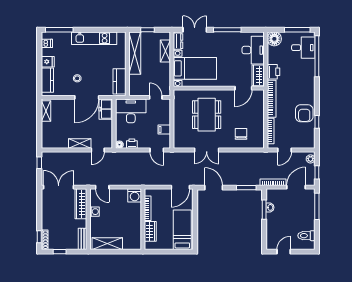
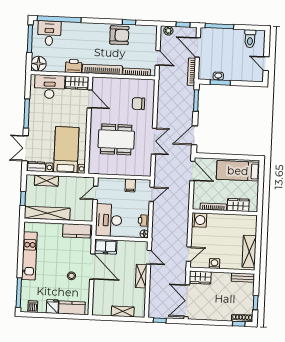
shelving: (46, 111) -> (123, 311), moved
wardrobe: (81, 204) -> (200, 278), width x0.67

